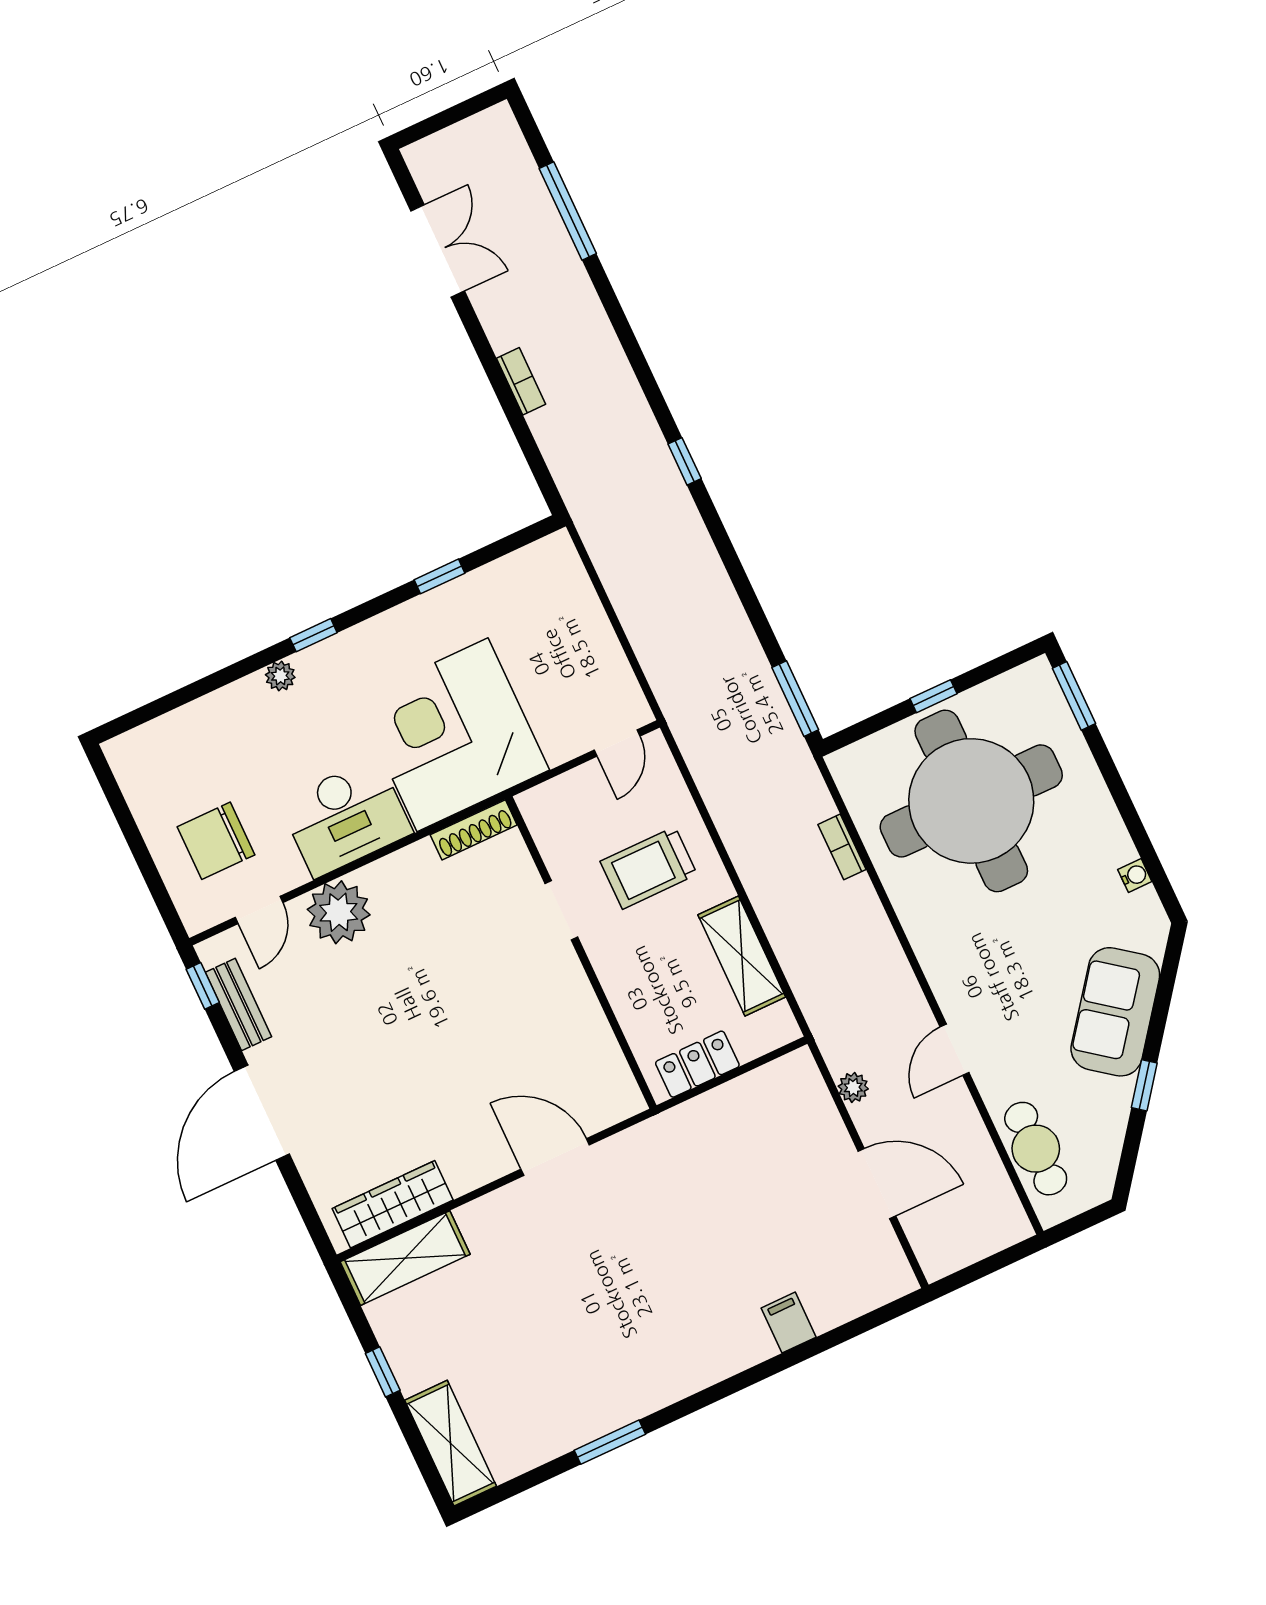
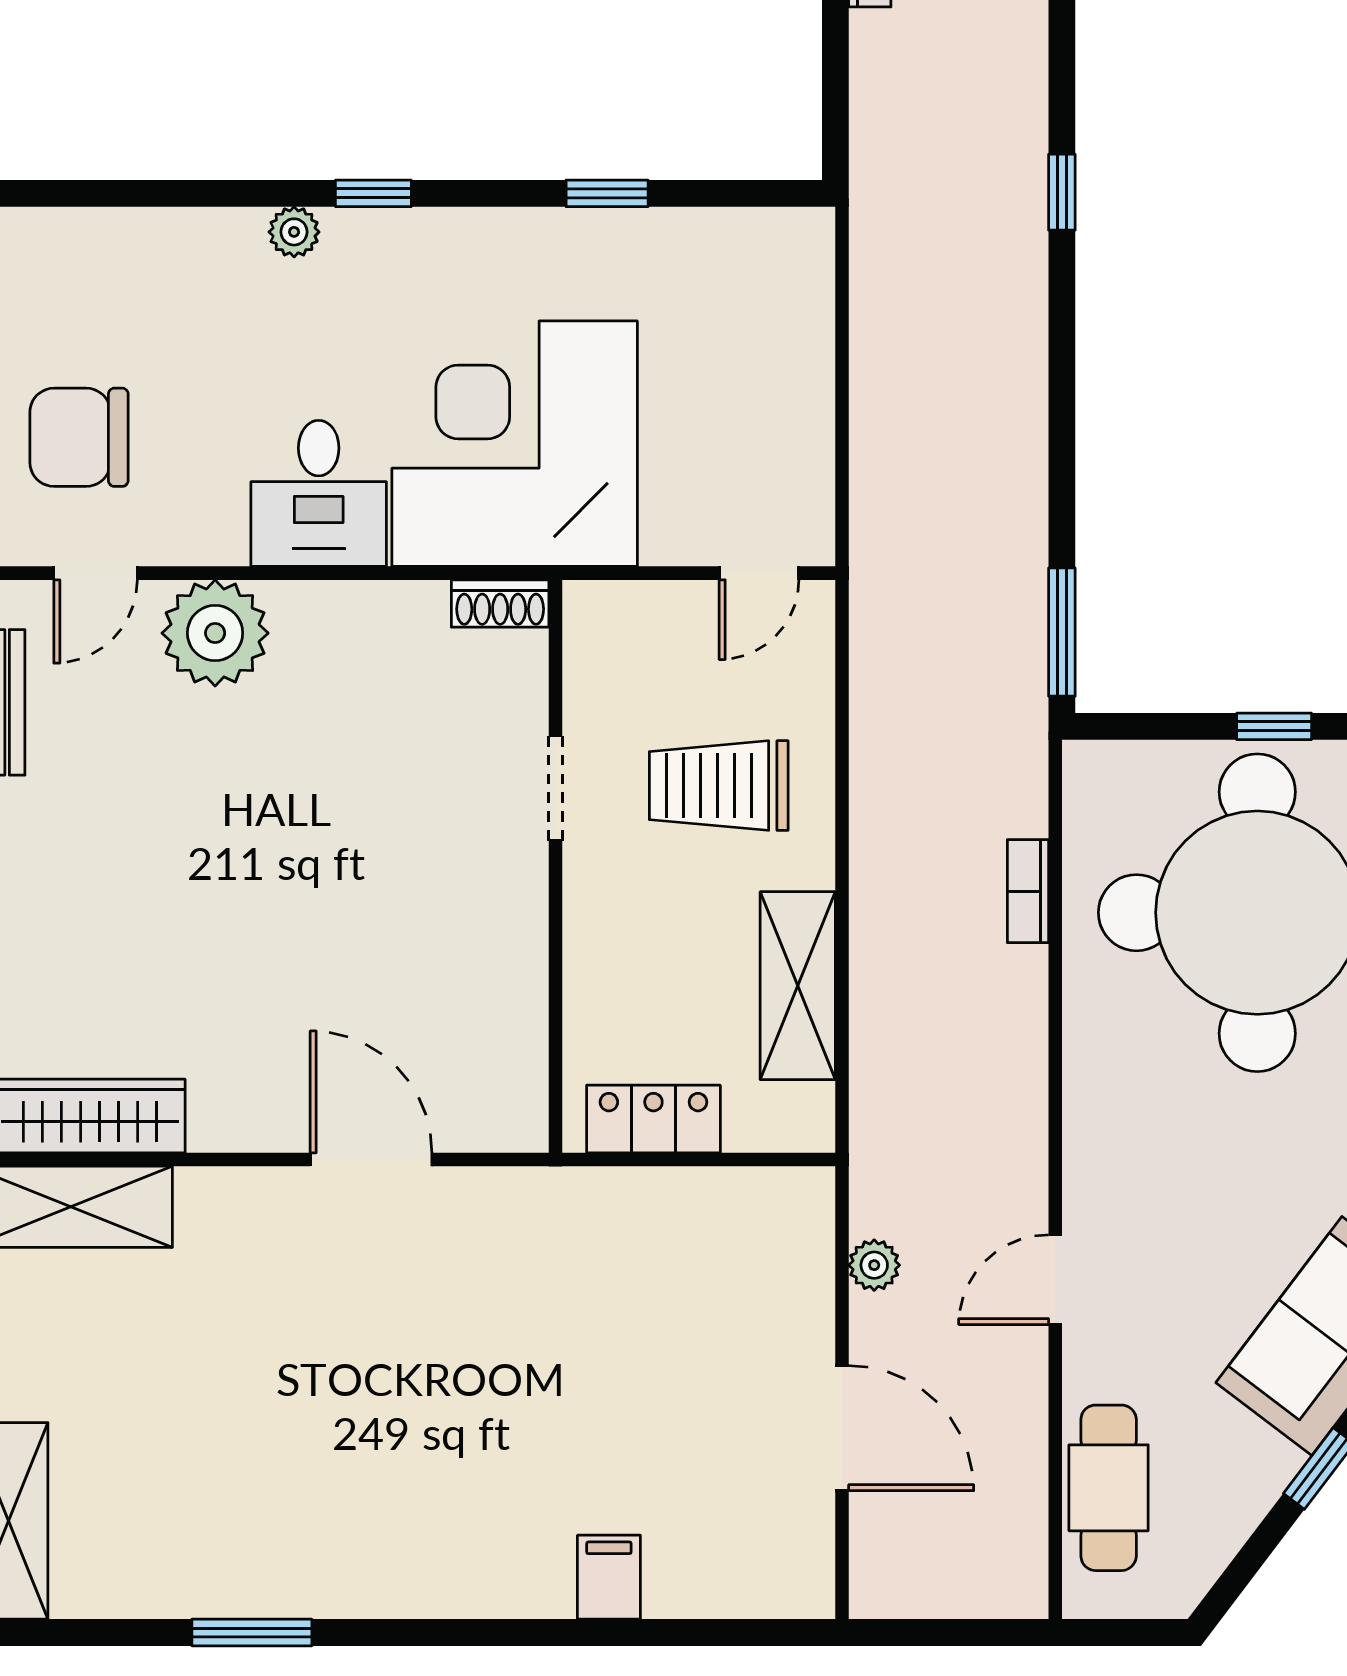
desk: (346, 817) -> (319, 493), width x0.73
shoe rack: (474, 830) -> (500, 603), width x0.70

